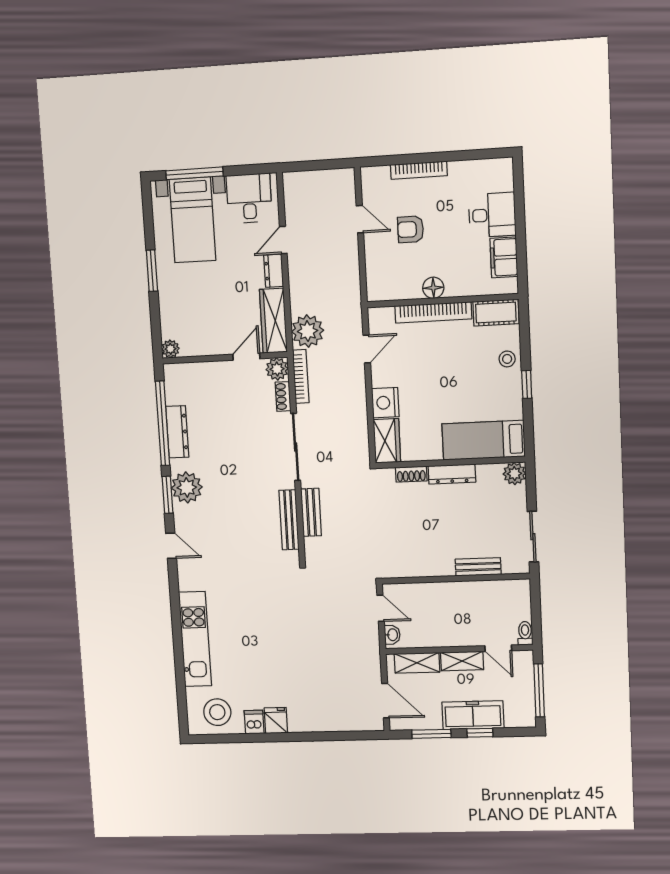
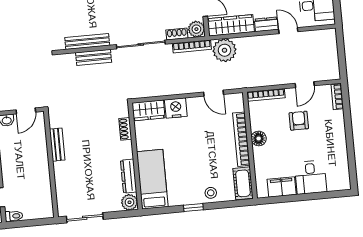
bookcase: (419, 170) -> (337, 97), moved, width x0.64
bookcase: (372, 275) -> (266, 95), added
dresser: (452, 474) -> (129, 176), moved
bench: (478, 567) -> (57, 145), moved

